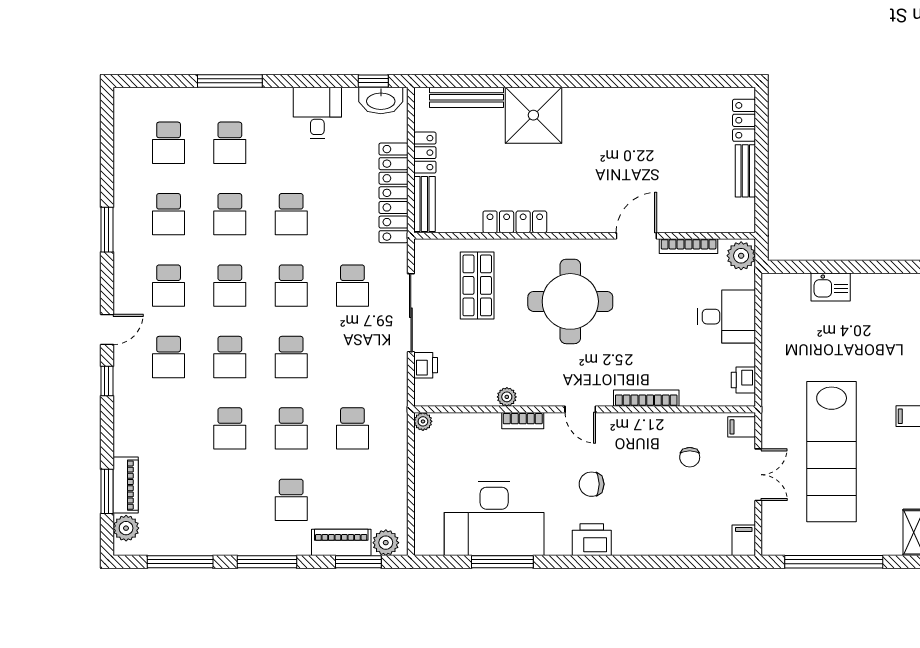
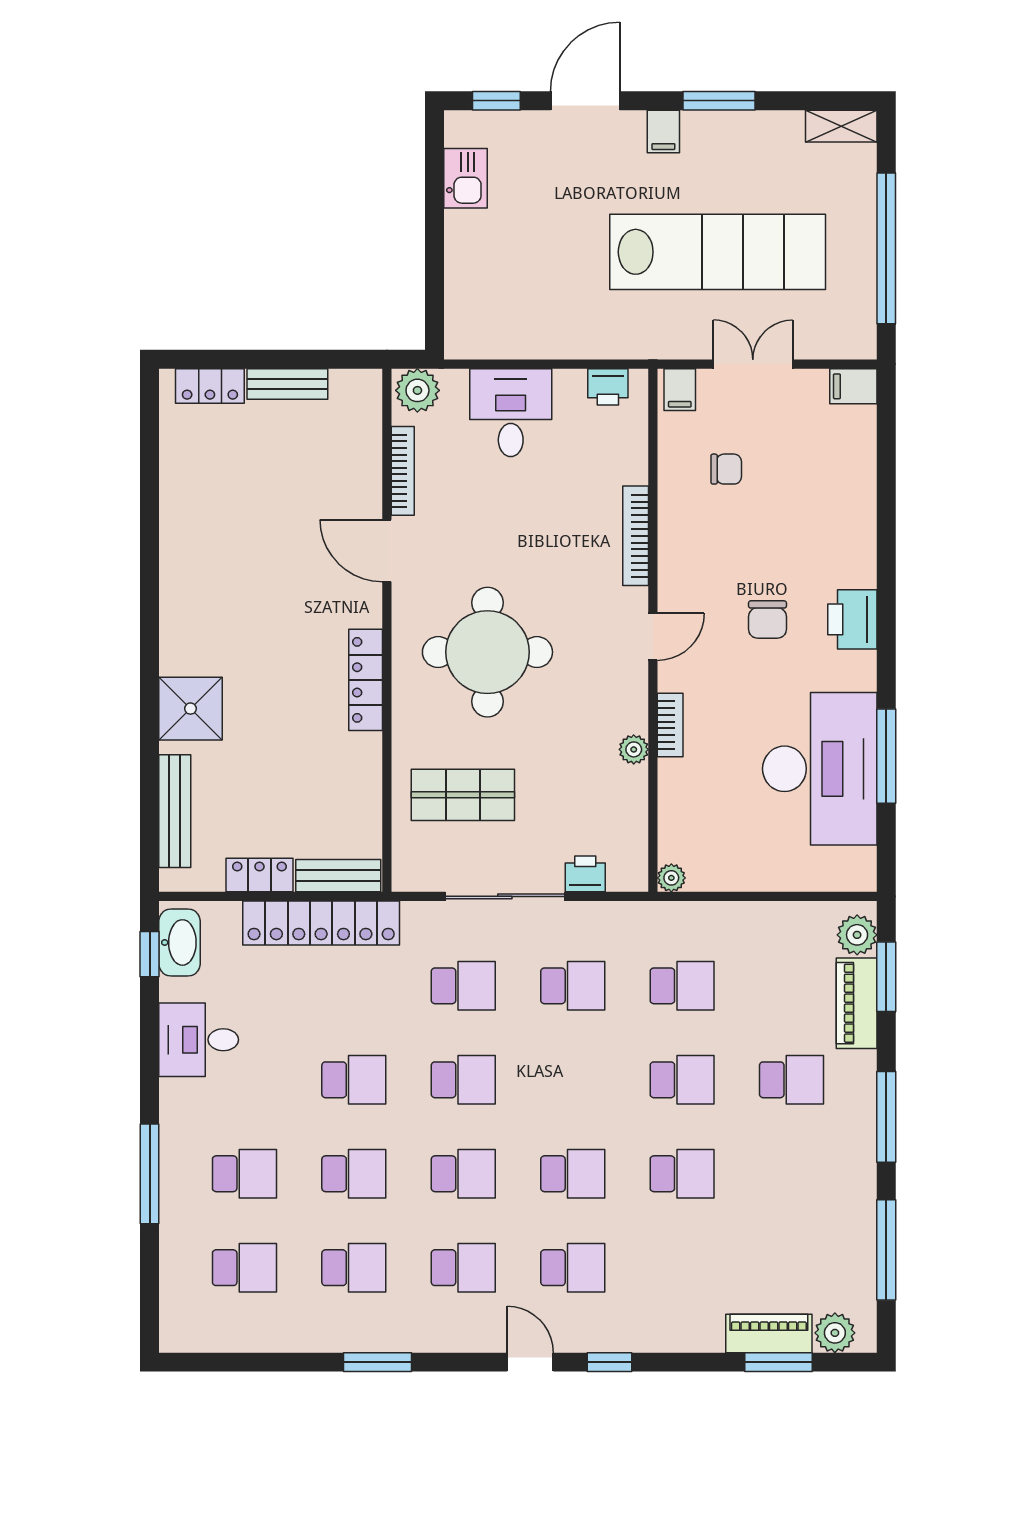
shower: (533, 115) -> (190, 709), width x0.73, depth x0.73
locker: (515, 222) -> (366, 680), moved
kitchen sink: (831, 287) -> (465, 178), moved
school desk: (291, 357) -> (573, 986), moved

